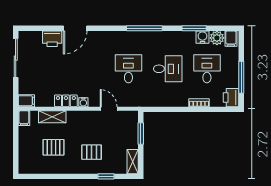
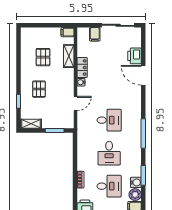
filing cabinet: (26, 101) -> (95, 34), moved

